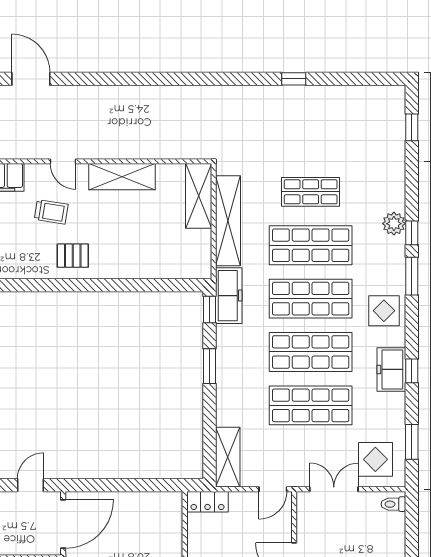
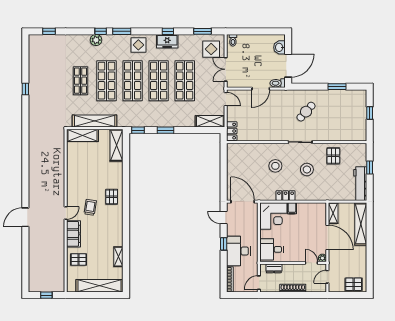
door: (63, 161) -> (66, 213), moved
shelving: (122, 177) -> (116, 145), moved
freezer: (229, 296) -> (131, 121), removed

